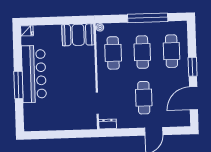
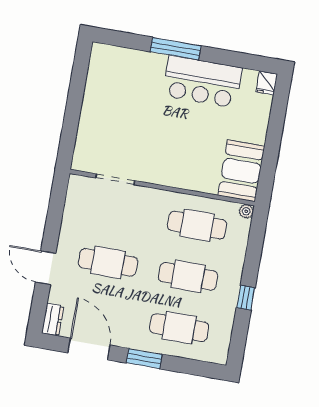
window: (148, 18) -> (246, 298), width x0.32
bar counter: (34, 74) -> (202, 82), width x0.73
dresser: (108, 124) -> (53, 320), moved

